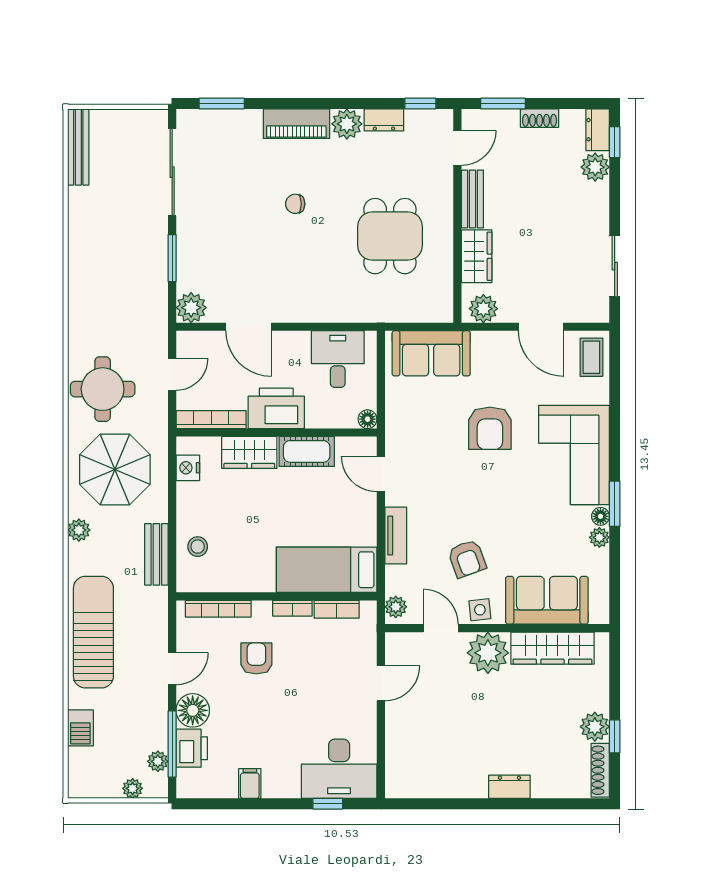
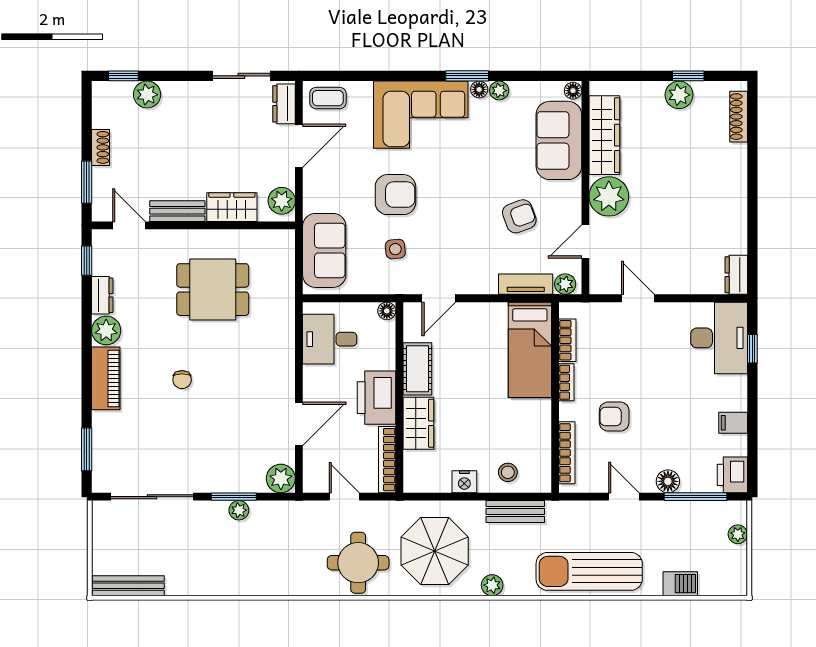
dresser: (598, 130) -> (284, 104), moved, turned 90
nightstand: (188, 468) -> (464, 482), moved
tv unit: (396, 536) -> (526, 284), moved
side table: (480, 610) -> (395, 249), moved
floor lamp: (599, 615) -> (573, 91), added
floor lamp: (193, 710) -> (668, 481), width x0.73, depth x0.73
printer: (192, 748) -> (732, 475), moved, turned -90
plant: (158, 761) -> (239, 510), moved
shoe rack: (600, 770) -> (739, 117), moved, turned 90
dresser: (509, 787) -> (736, 275), moved

